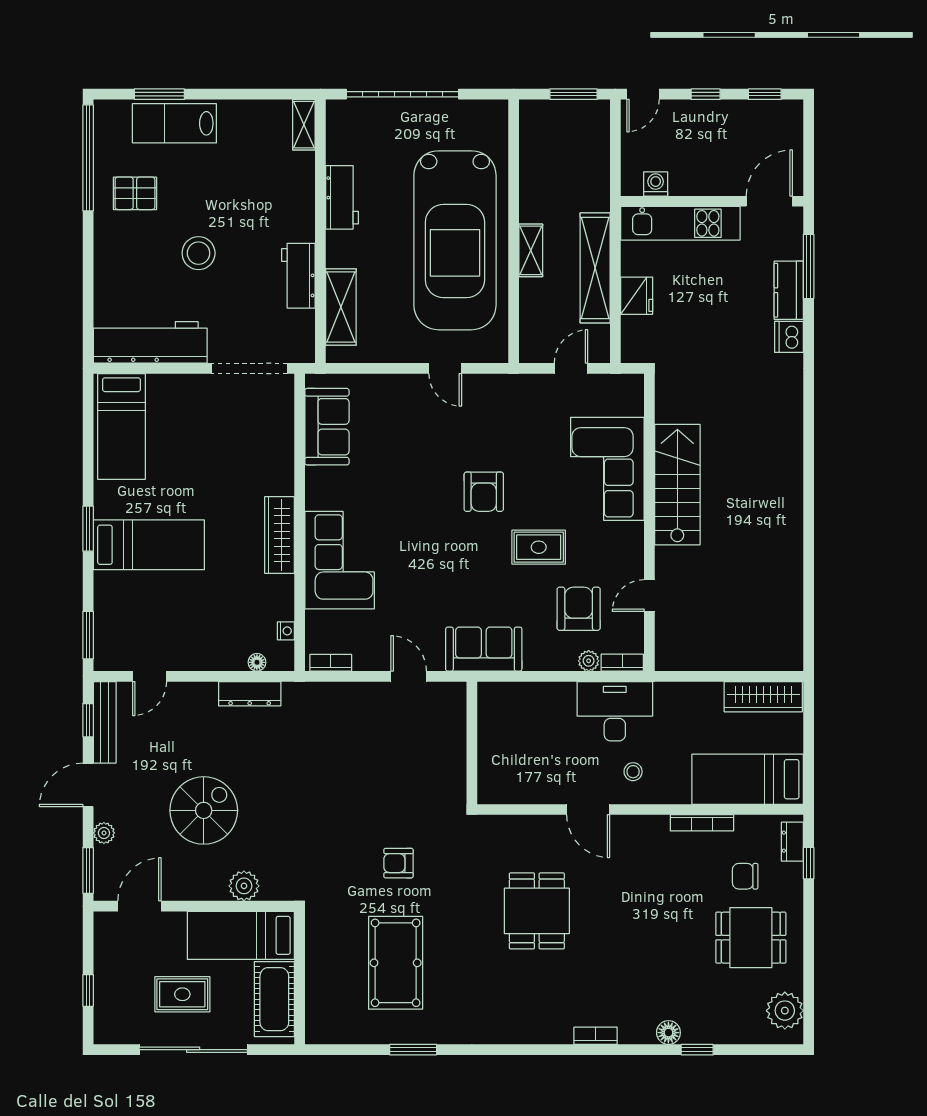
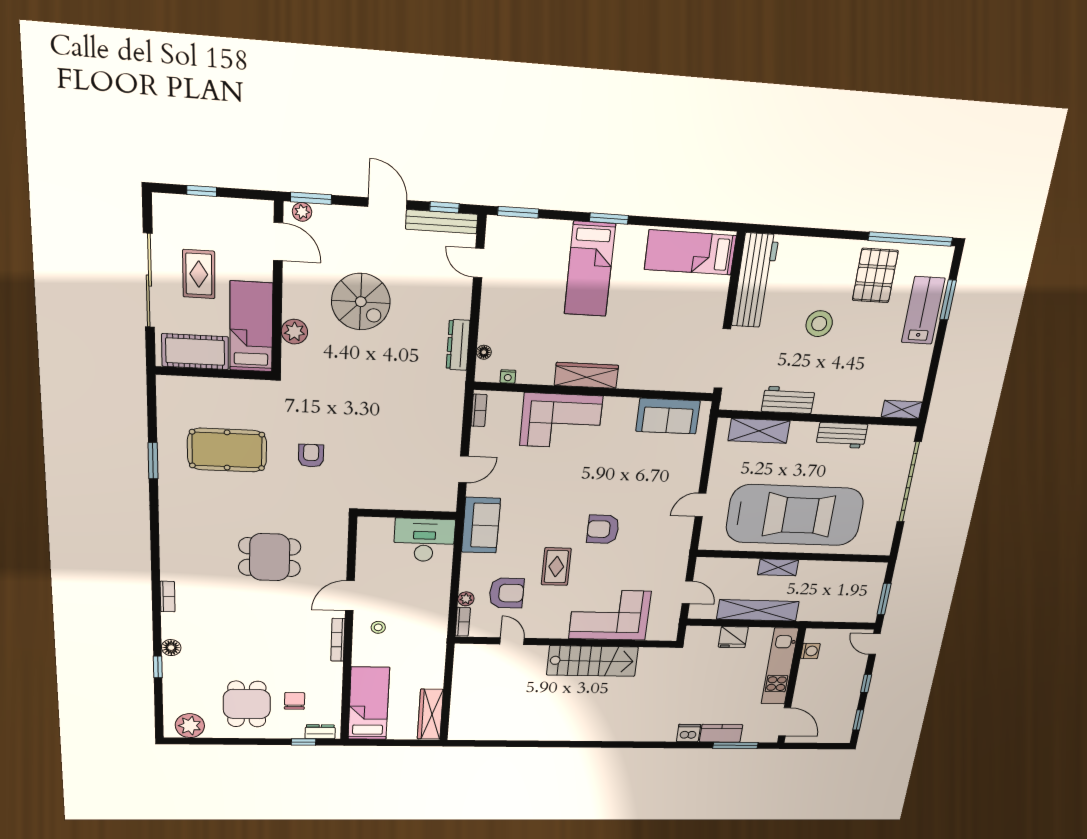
pallet: (135, 193) -> (875, 276), width x1.50, depth x1.42
car: (455, 240) -> (795, 515), turned 180
desk: (615, 711) -> (424, 540), moved, turned -90
bookcase: (702, 823) -> (338, 640), moved
plant: (104, 833) -> (302, 212), moved

